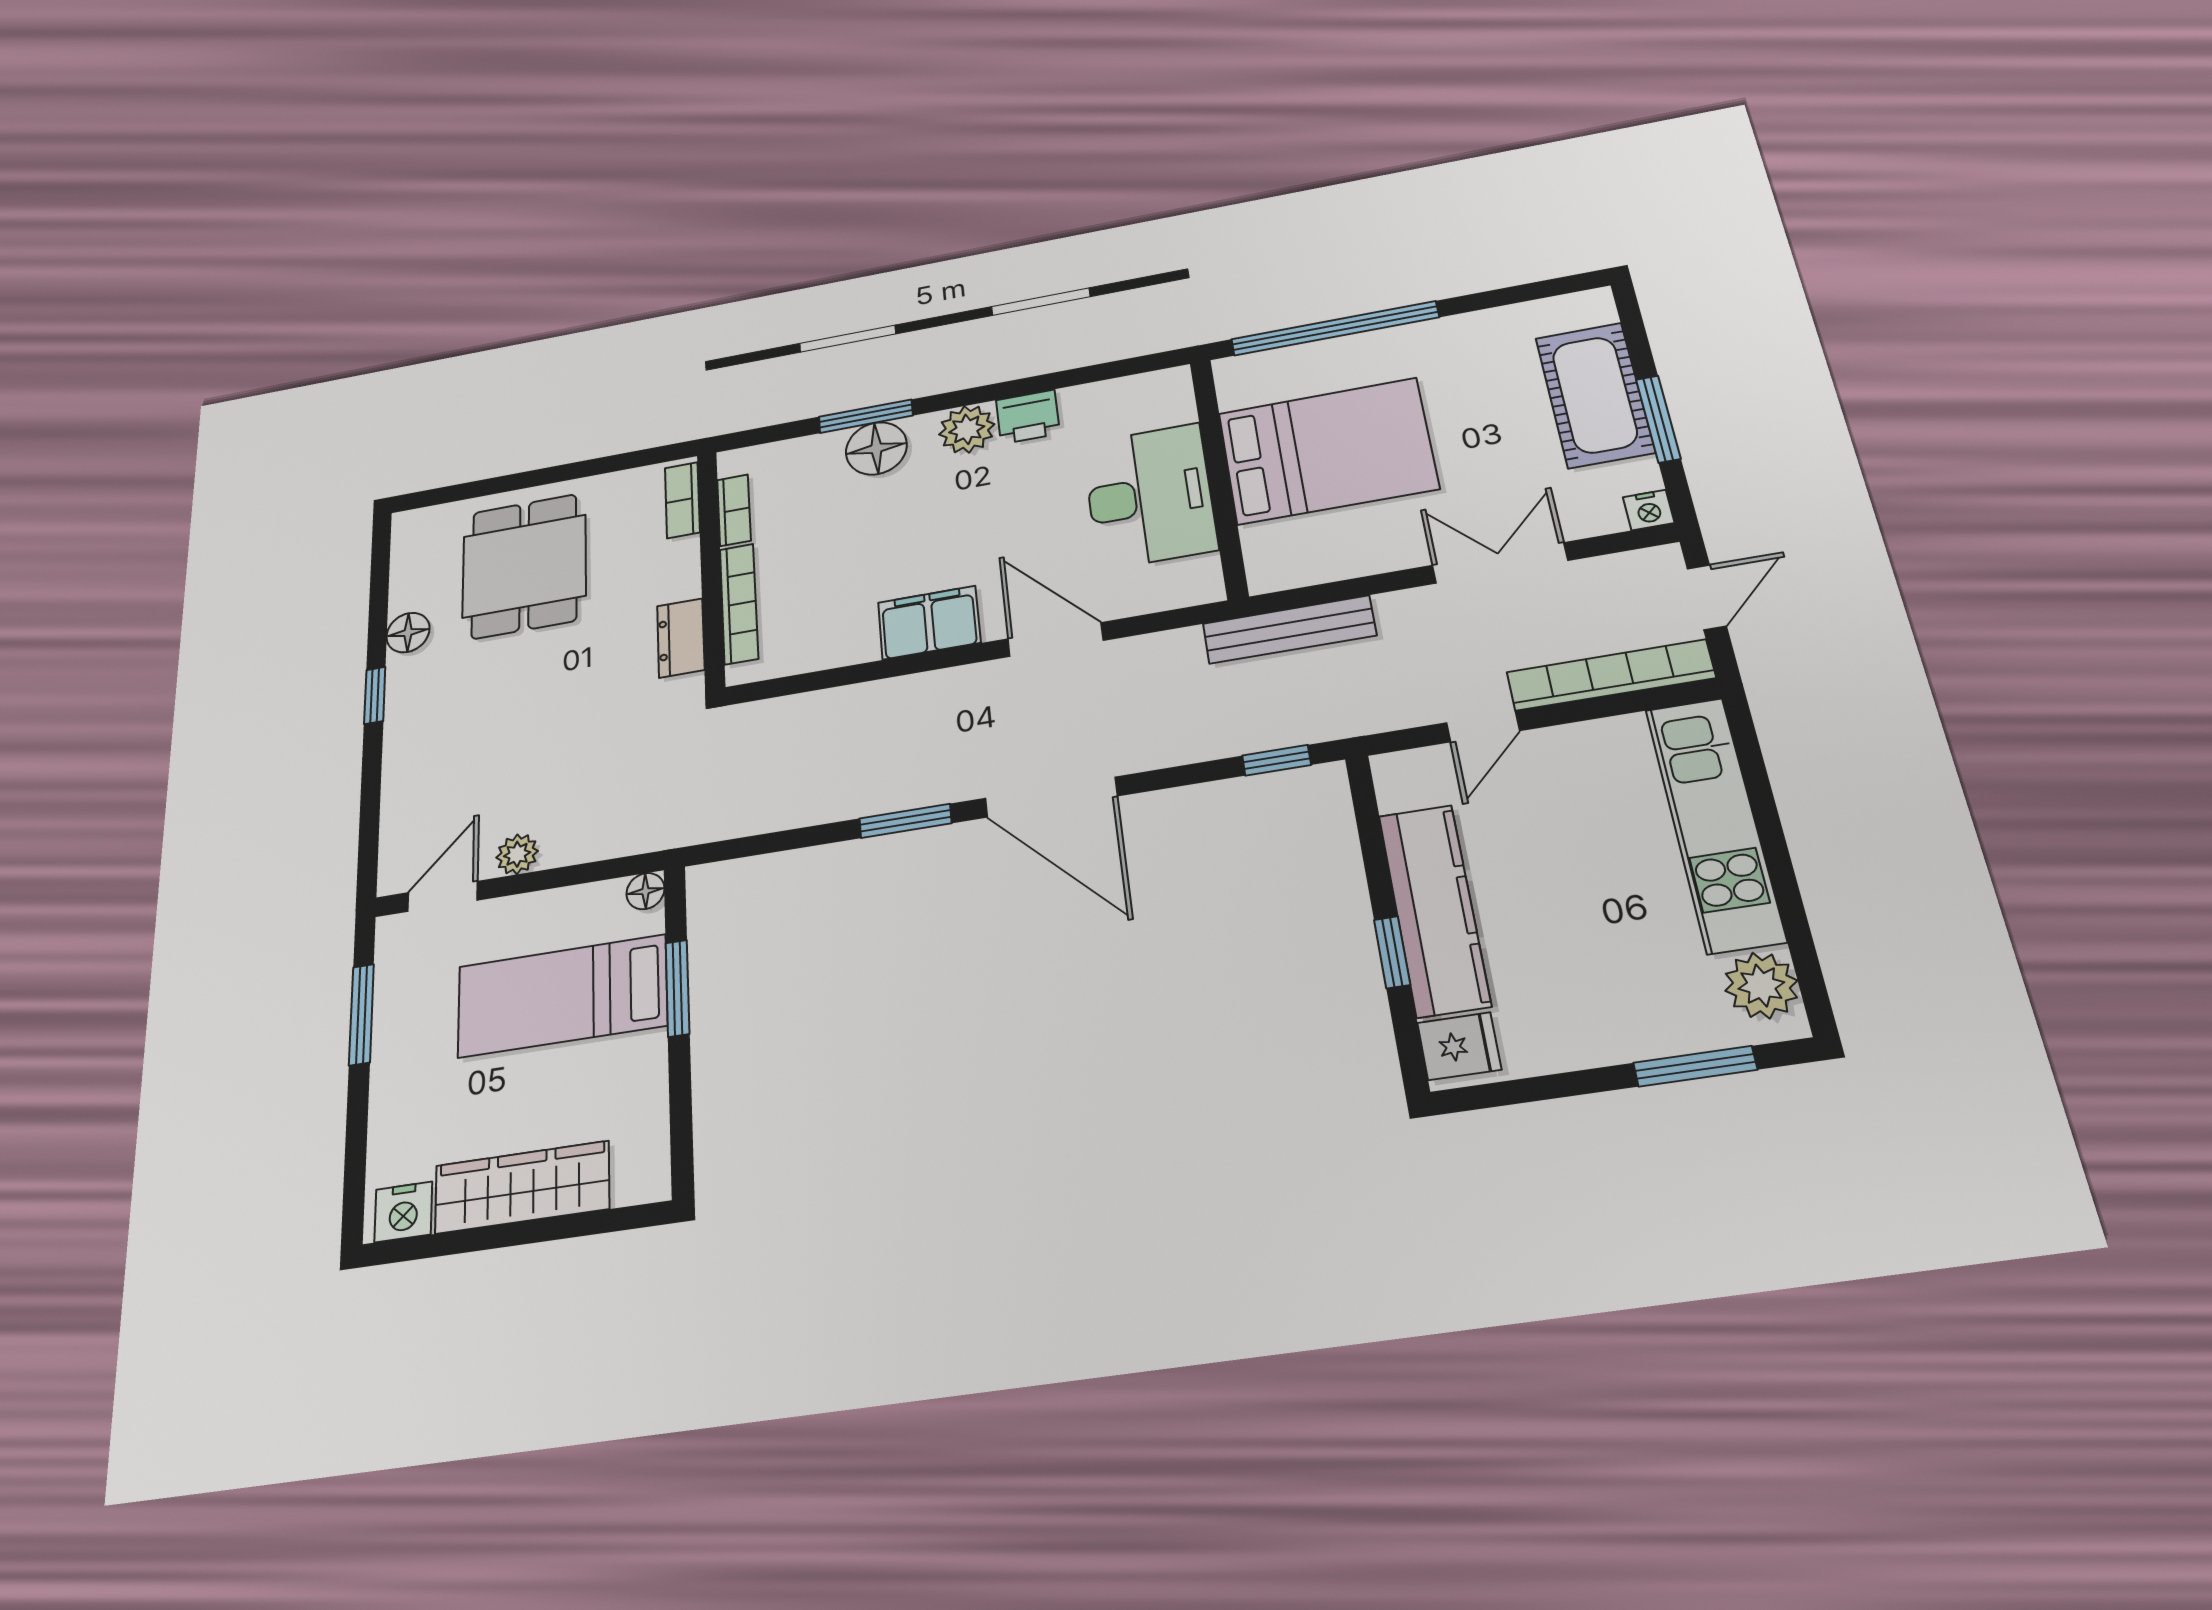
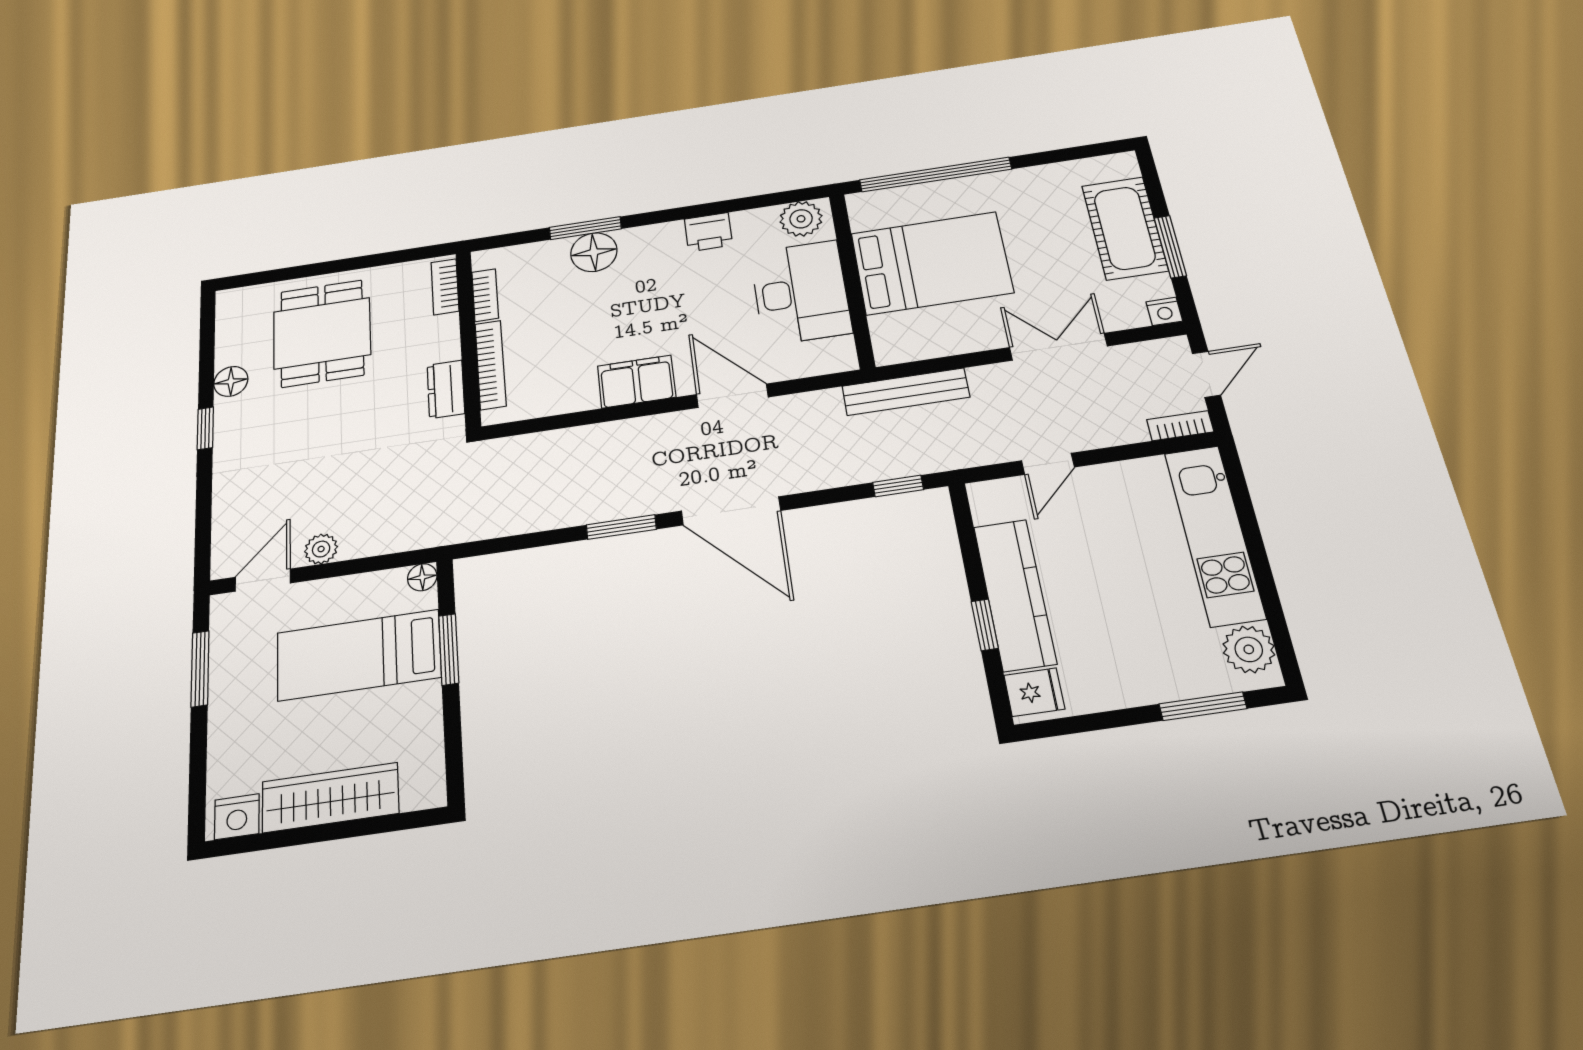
plant: (967, 429) -> (801, 219), moved
bookcase: (1611, 675) -> (1180, 426), width x0.43, depth x0.76

